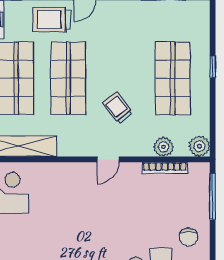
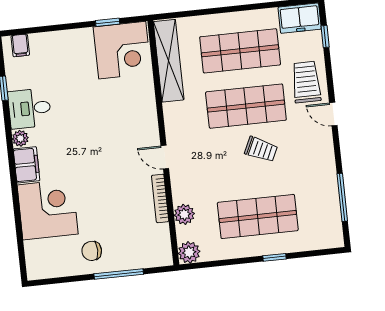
trolley: (118, 108) -> (261, 149), moved, turned 63
bookcase: (165, 168) -> (160, 198), moved
window: (213, 196) -> (119, 274), moved

